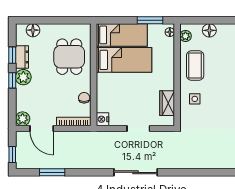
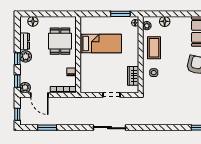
bed: (122, 35) -> (99, 25), removed
window: (12, 55) -> (17, 81), moved
nightstand: (102, 119) -> (85, 88), removed

